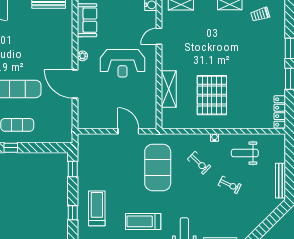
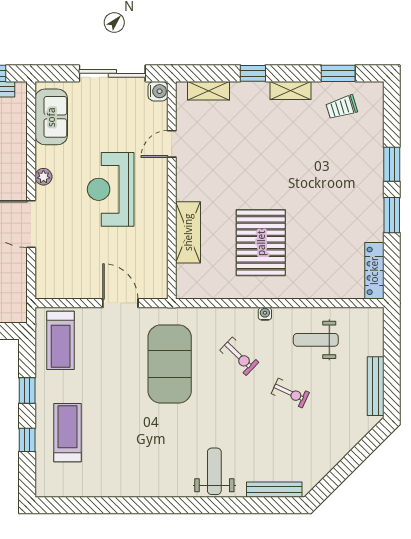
reception desk: (123, 63) -> (111, 189), turned 90
window: (73, 169) -> (27, 391), moved
treadmill: (143, 221) -> (61, 340), moved, turned -90

